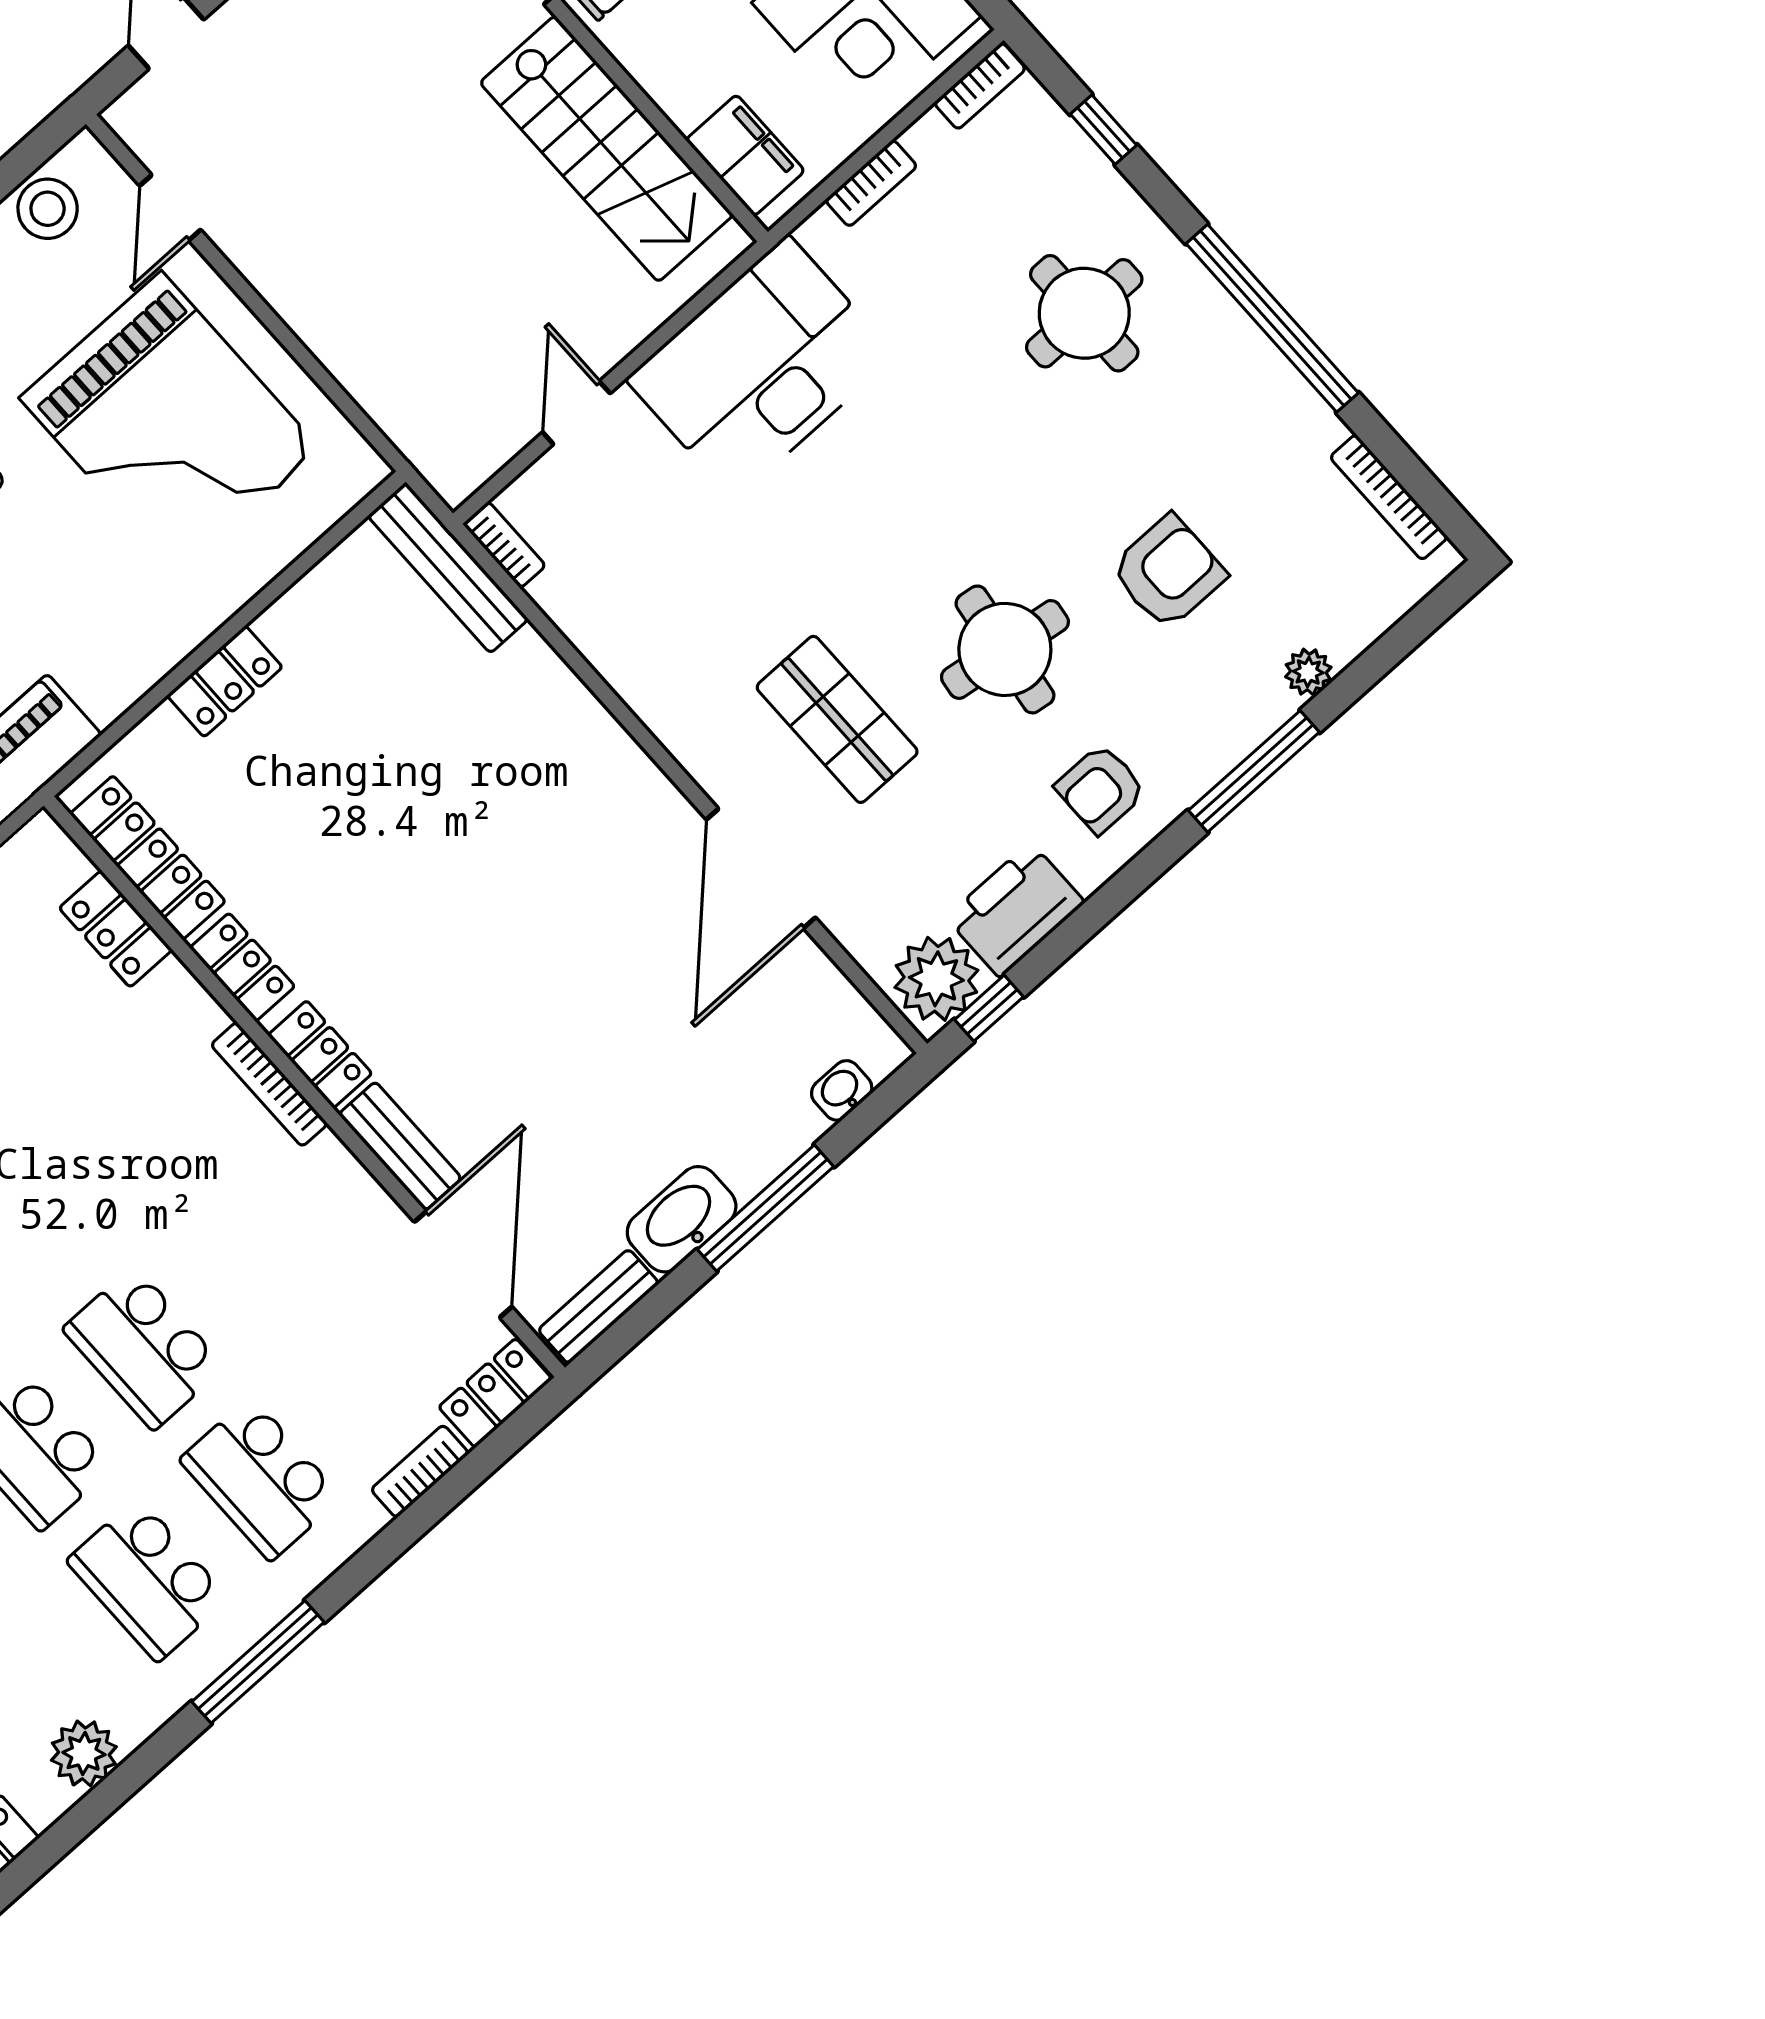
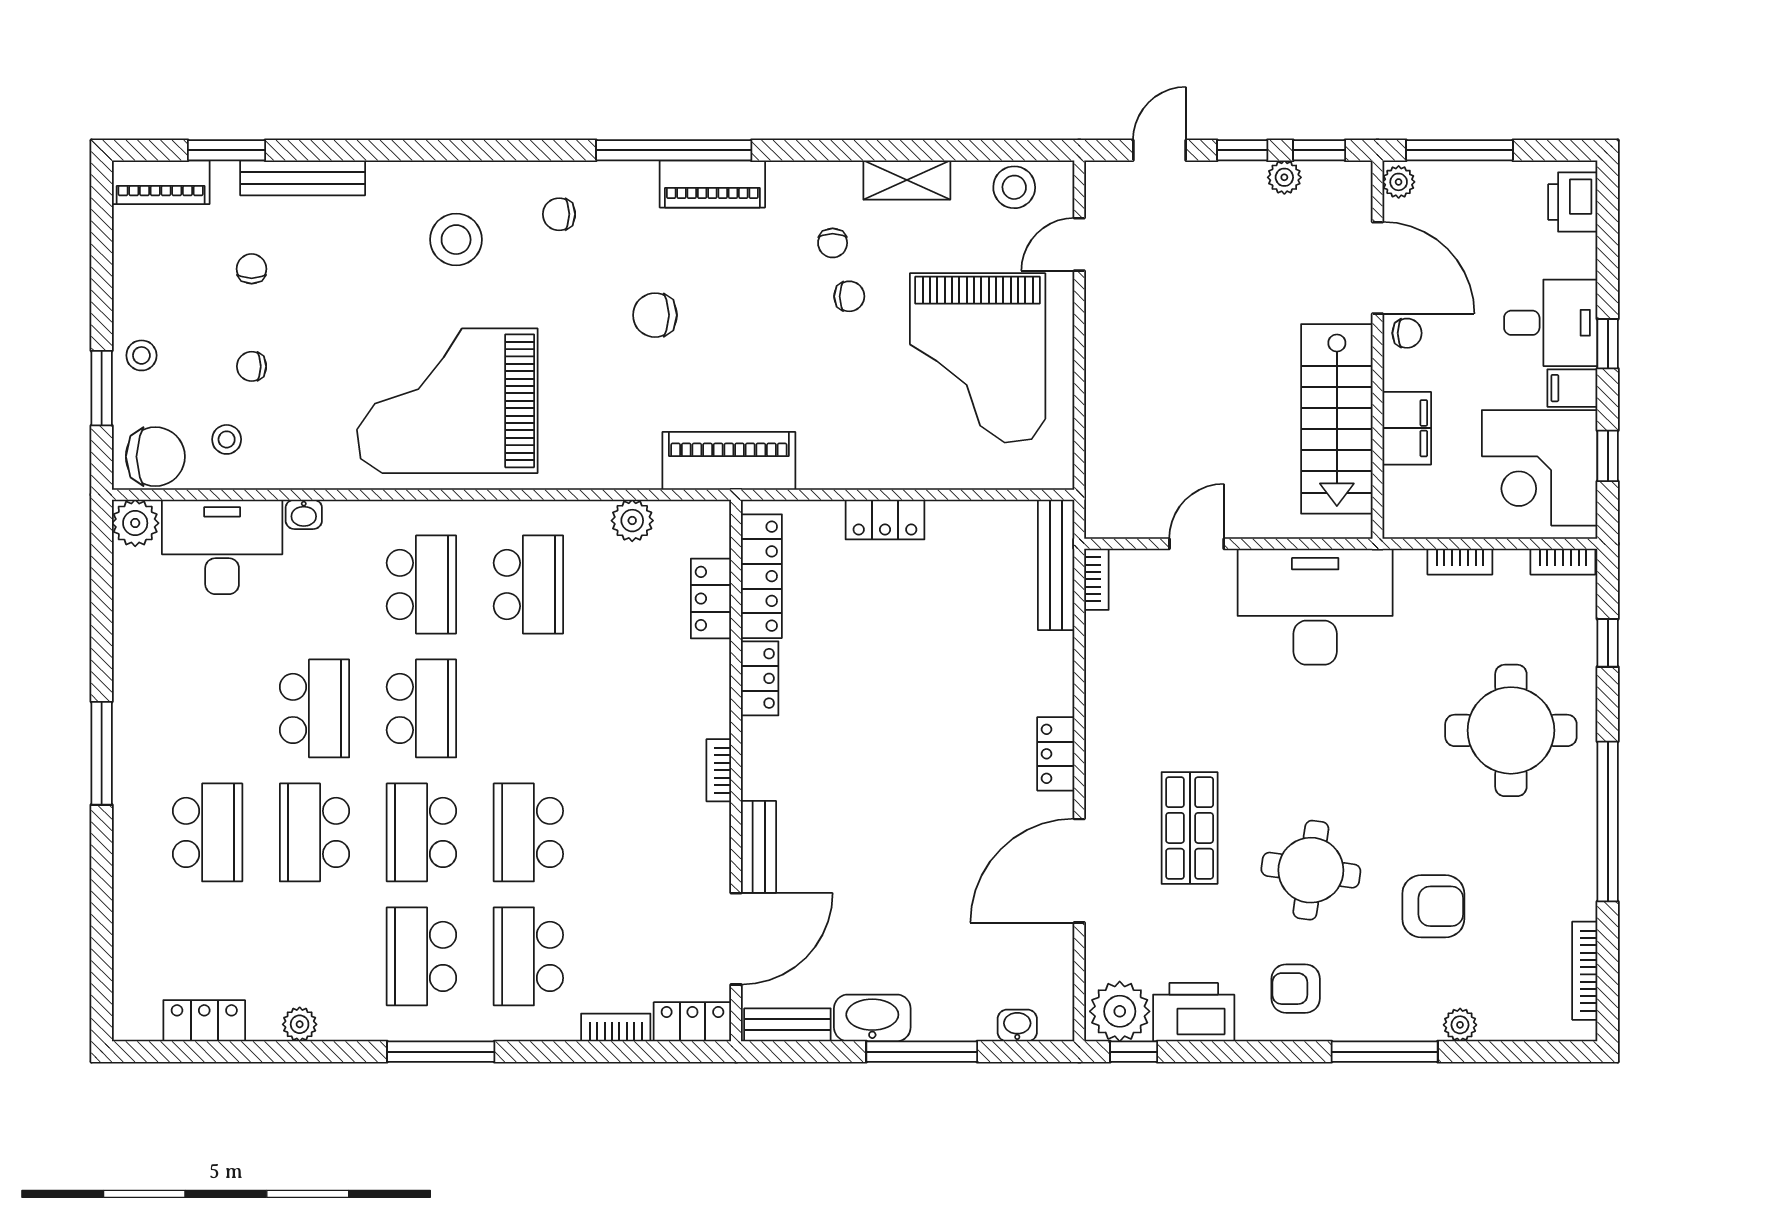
filing cabinet: (745, 155) -> (1407, 428), moved
round table: (1084, 313) -> (1511, 730), width x1.36, depth x1.36
locker: (320, 1054) -> (1056, 754), moved, turned 180
bookcase: (269, 1084) -> (719, 770), width x0.64
plant: (84, 1753) -> (300, 1024), width x0.73, depth x0.73

